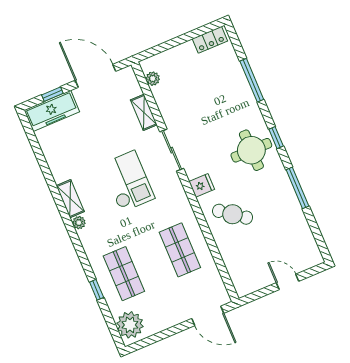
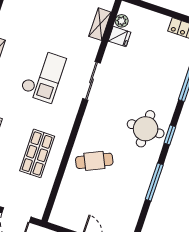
shelving: (144, 112) -> (100, 24), moved
fridge: (202, 185) -> (120, 37), moved
cafe table: (233, 214) -> (94, 161), turned -62

